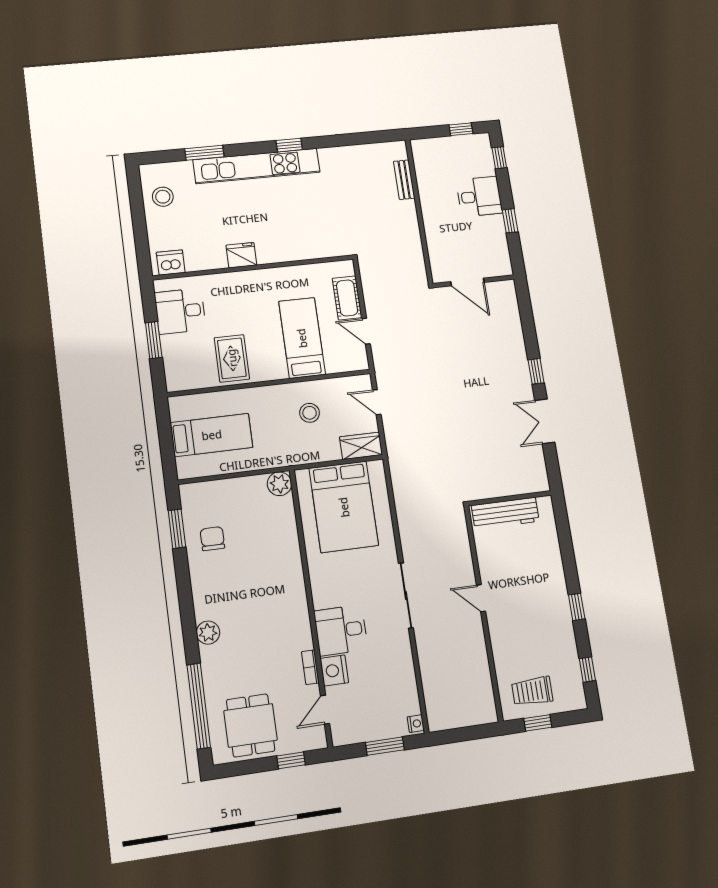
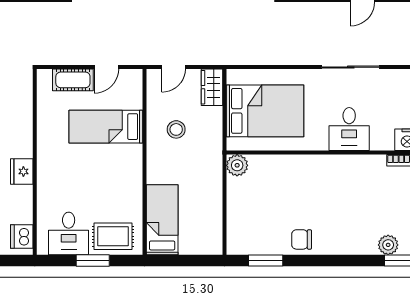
rug: (232, 358) -> (113, 236), moved
bed: (212, 435) -> (162, 220), moved
chair: (212, 539) -> (302, 239), moved
desk: (341, 630) -> (349, 129), moved
plant: (208, 633) -> (388, 245), moved

